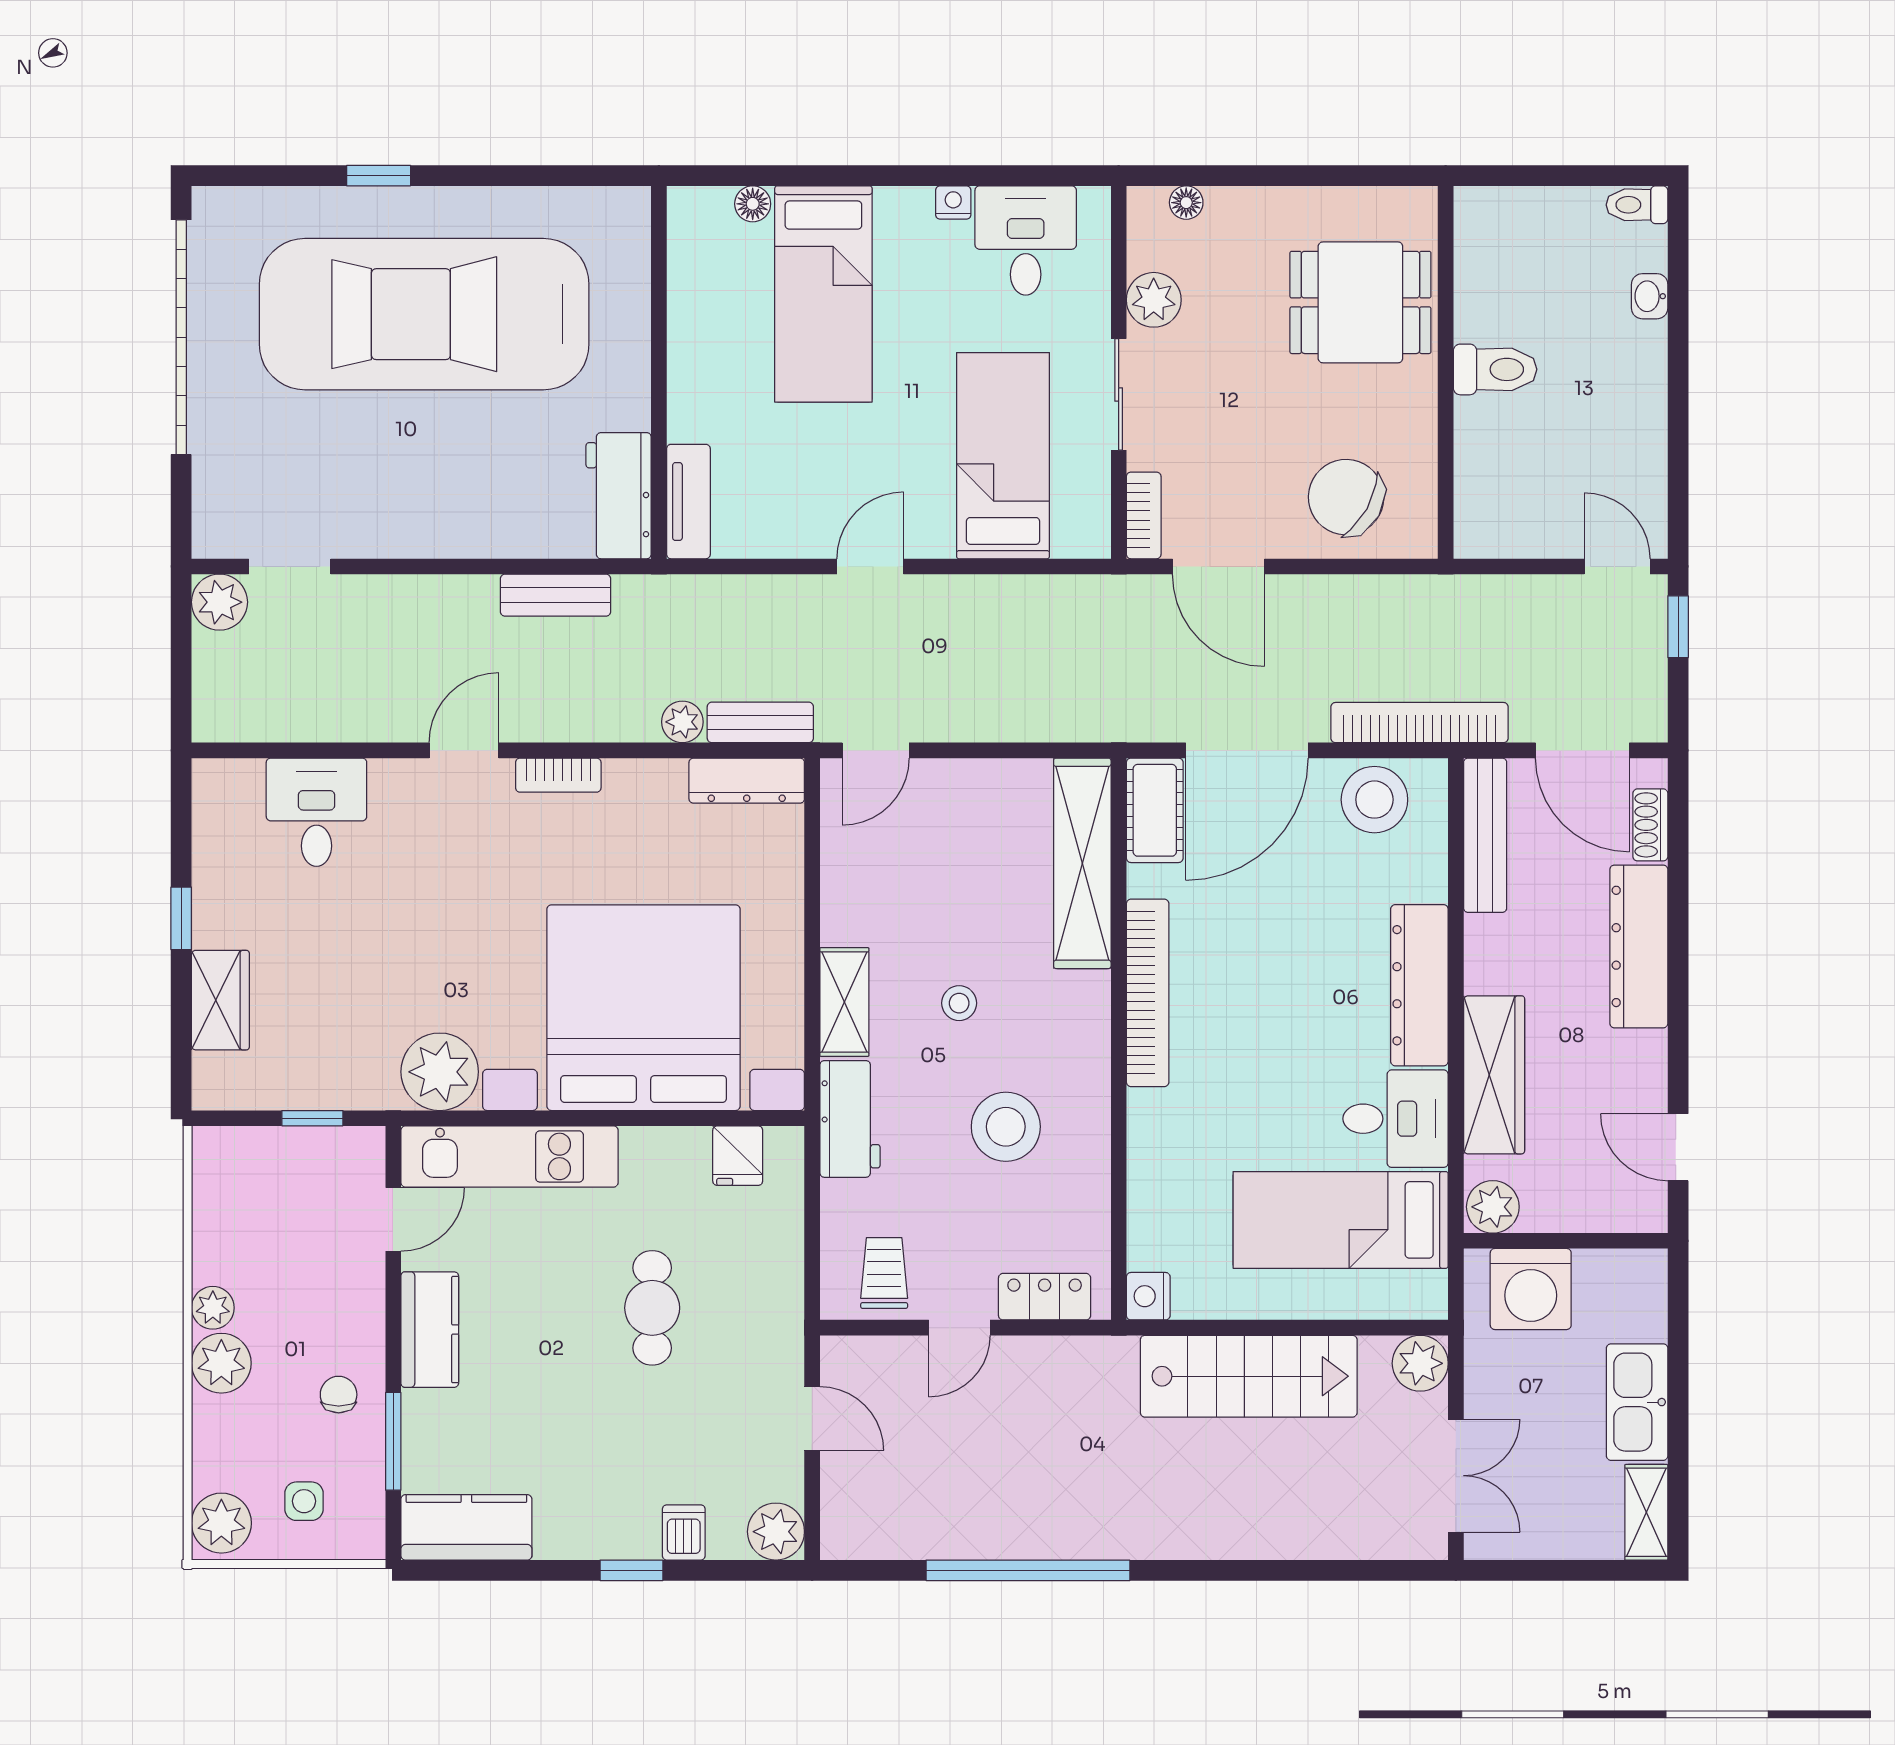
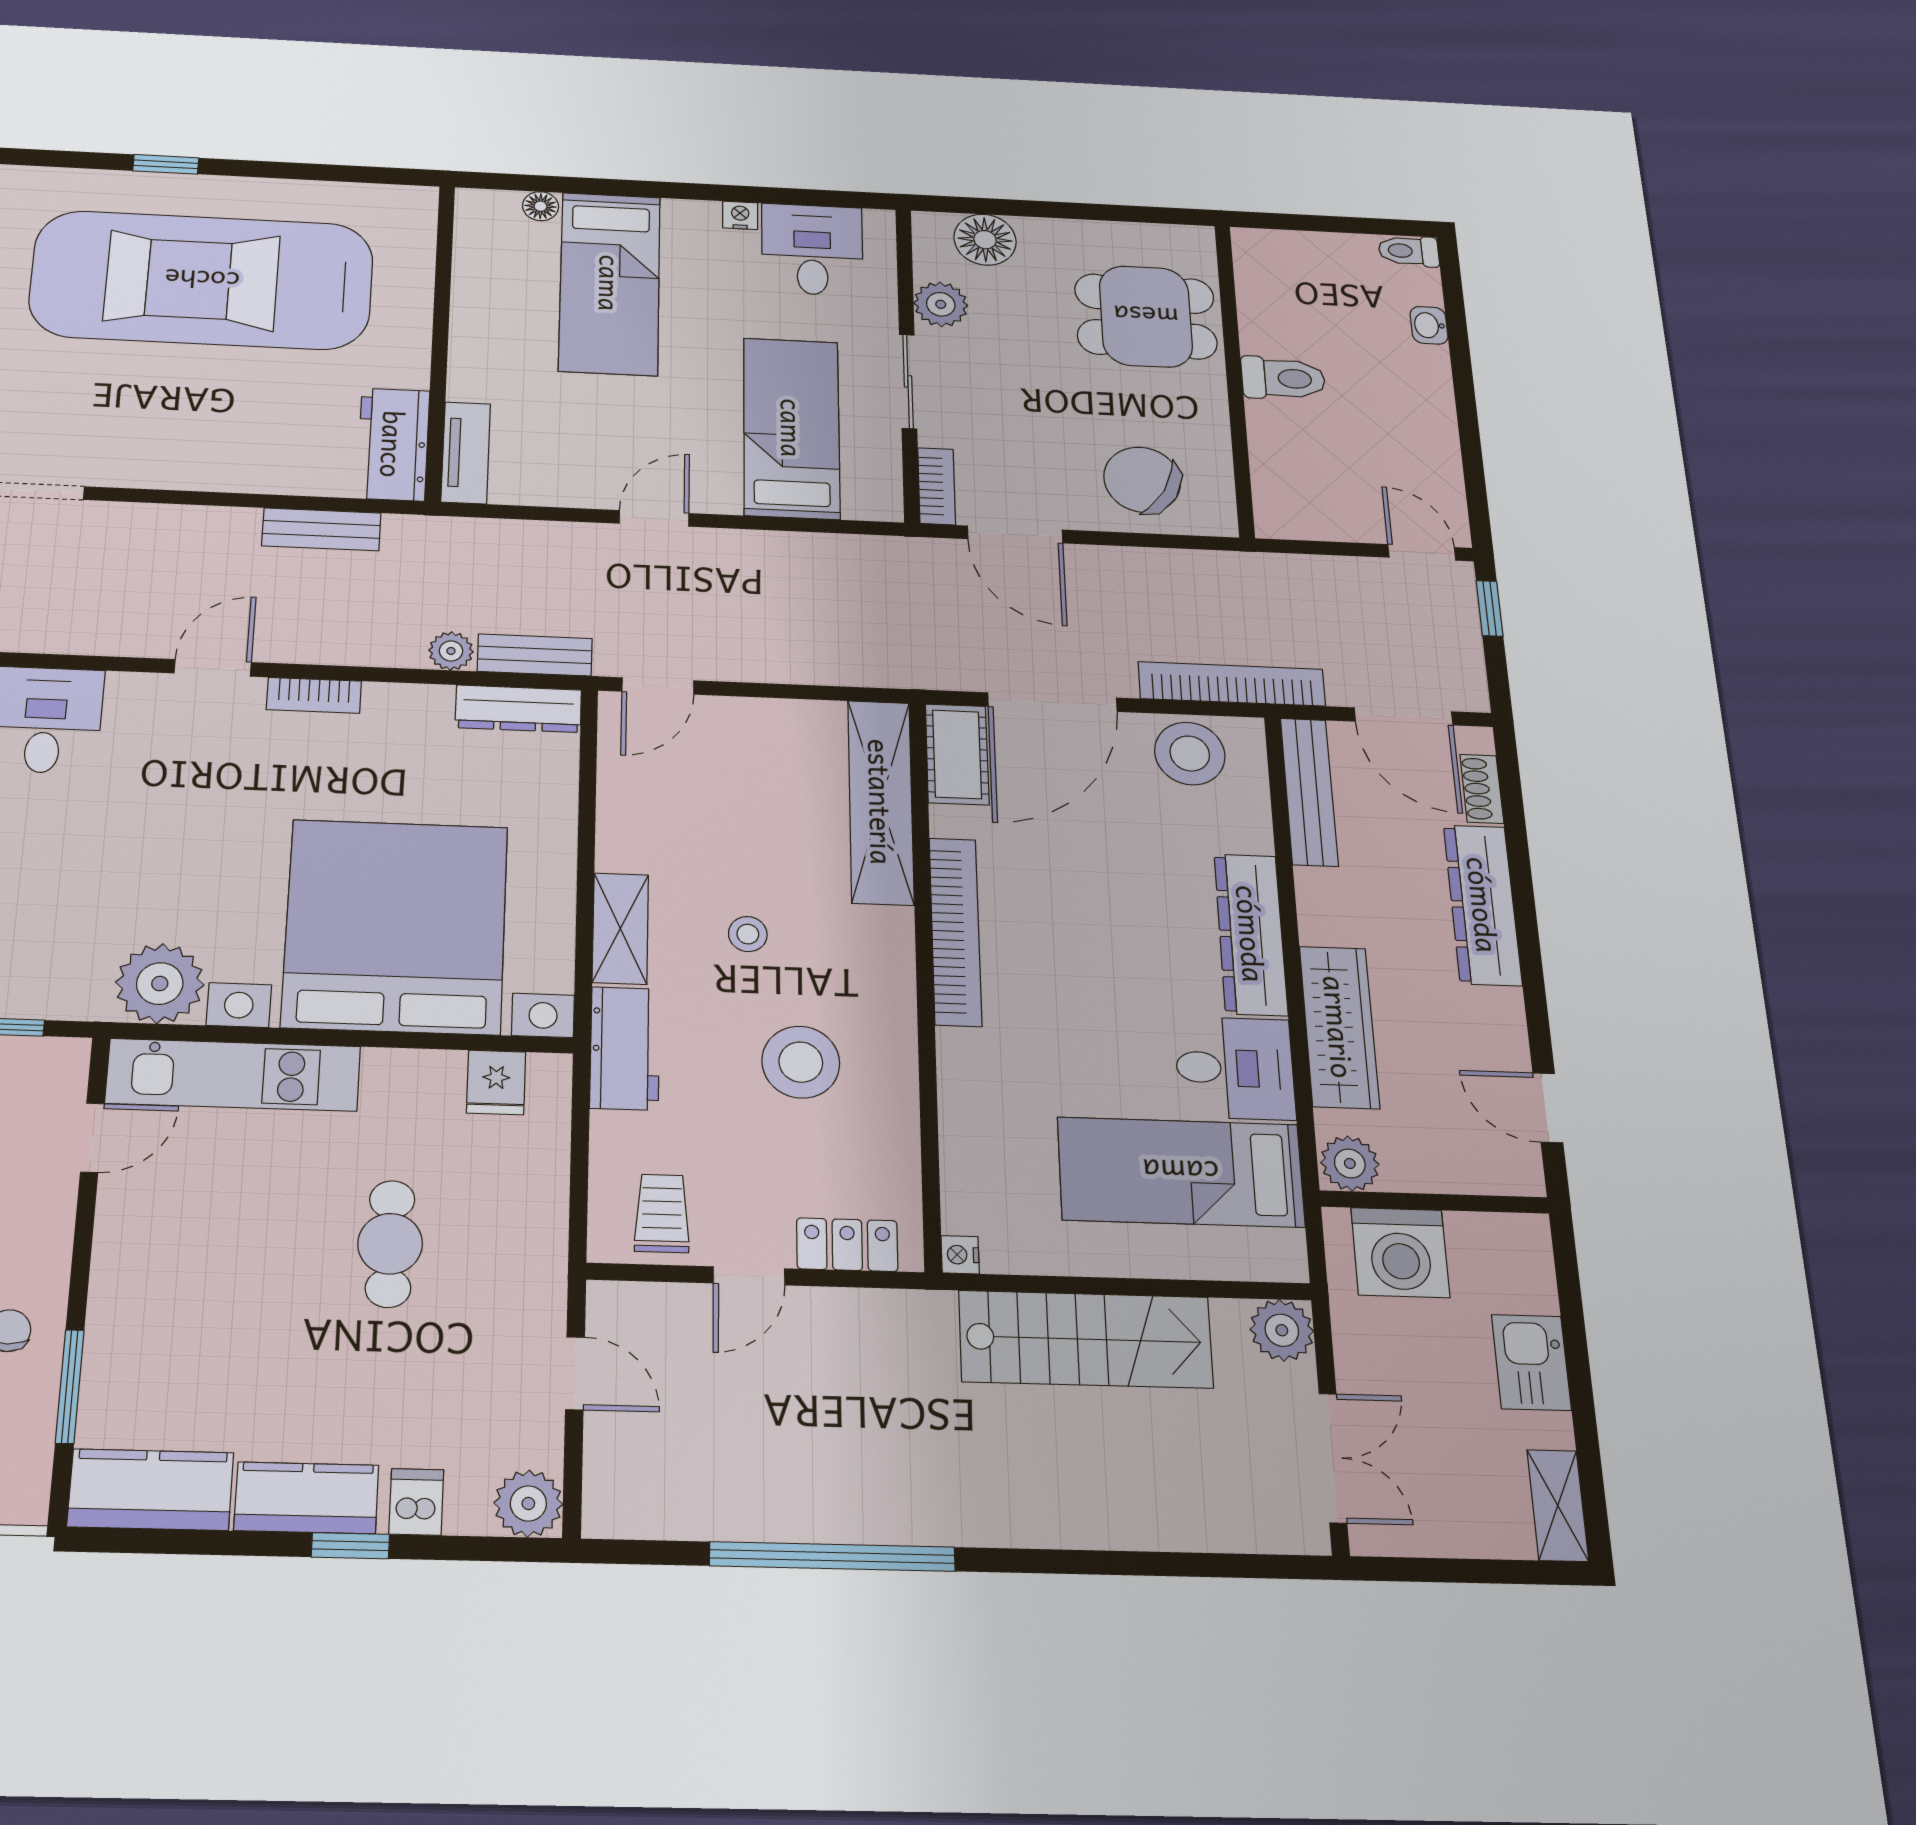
floor lamp: (1186, 203) -> (985, 240), width x1.89, depth x1.89
nightstand: (1148, 1296) -> (960, 1255), width x0.72, depth x0.74
kitchen counter: (430, 1330) -> (307, 1498), moved, turned -90
kitchen sink: (1637, 1402) -> (1531, 1362), width x0.73

